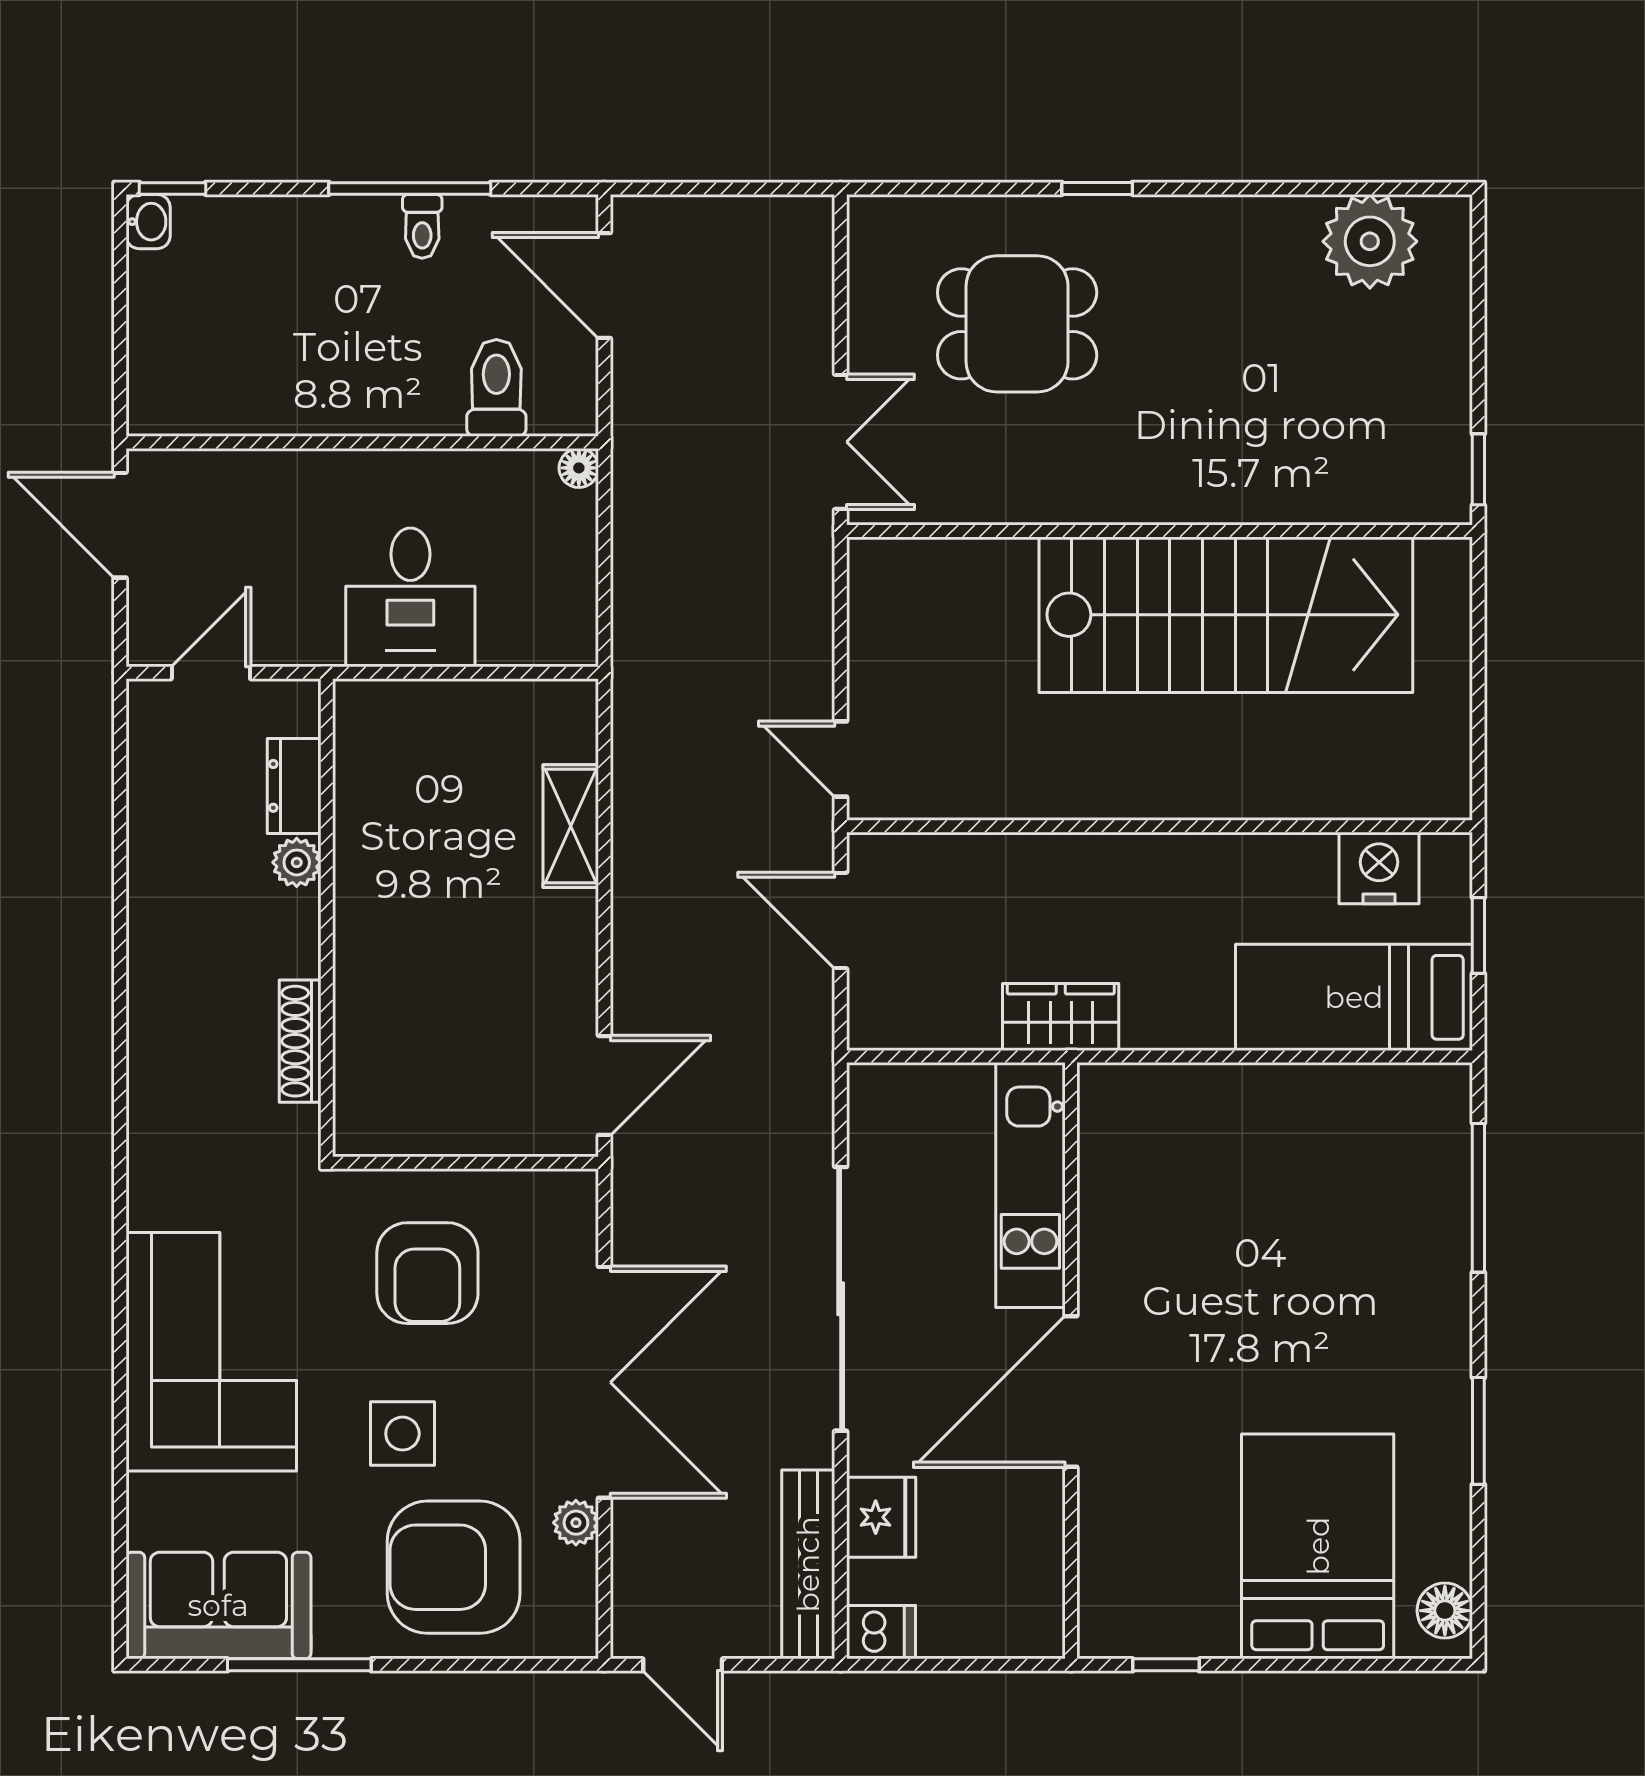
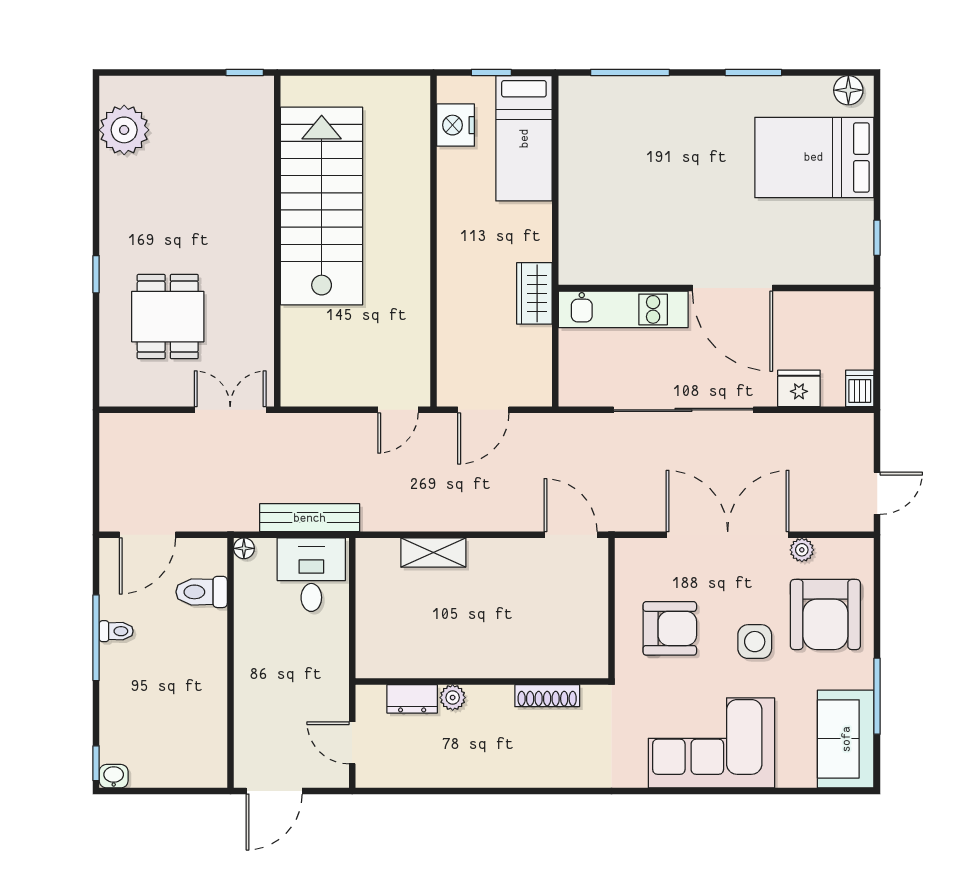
desk: (410, 597) -> (311, 575), moved, turned -90
bench: (808, 1564) -> (310, 518), moved

